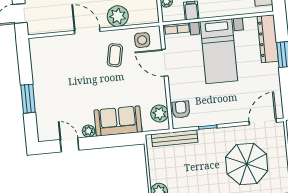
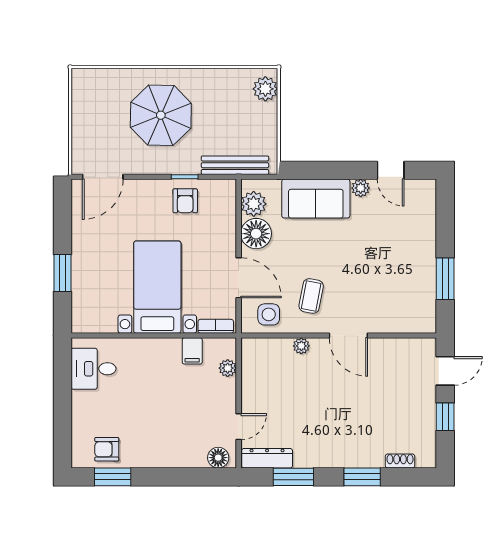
plant: (118, 16) -> (301, 346), width x0.53, depth x0.53
dresser: (268, 39) -> (84, 299), removed
floor lamp: (156, 94) -> (256, 234), added
window: (28, 99) -> (445, 279), moved
armchair: (181, 109) -> (185, 201), moved
parasol: (247, 164) -> (161, 115), moved

